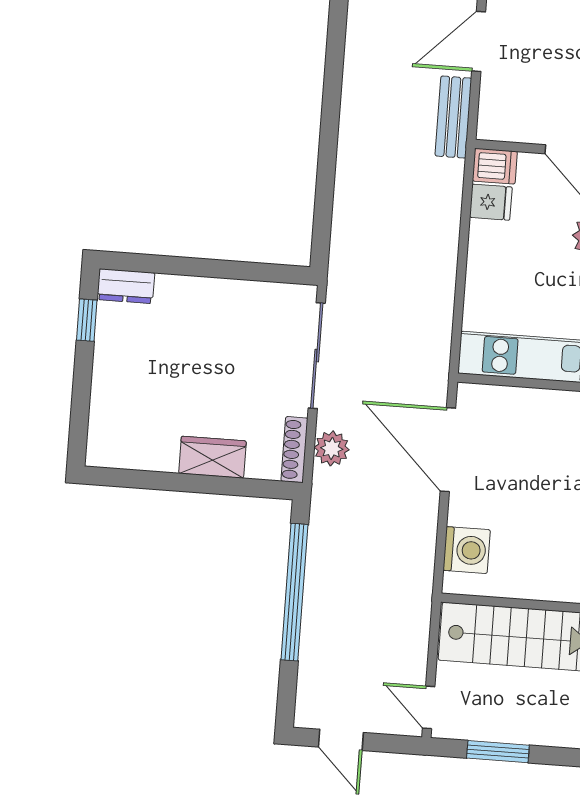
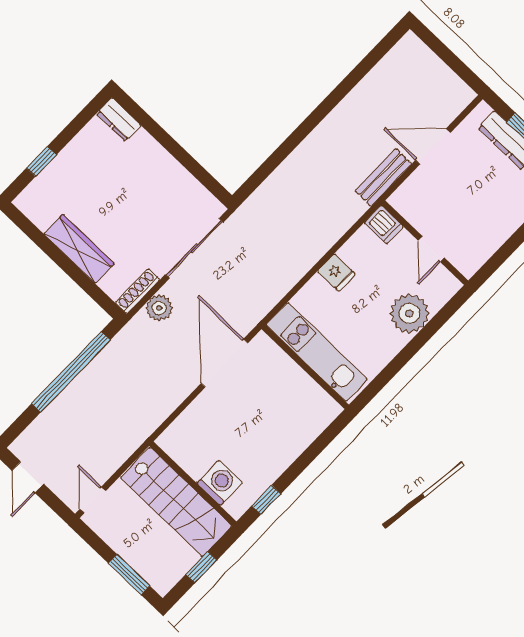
fridge: (491, 202) -> (336, 273), moved
window: (87, 320) -> (41, 161), moved
wardrobe: (212, 457) -> (79, 249), width x1.50
washing machine: (467, 550) -> (220, 483), moved, turned -90
window: (498, 752) -> (129, 575), moved

